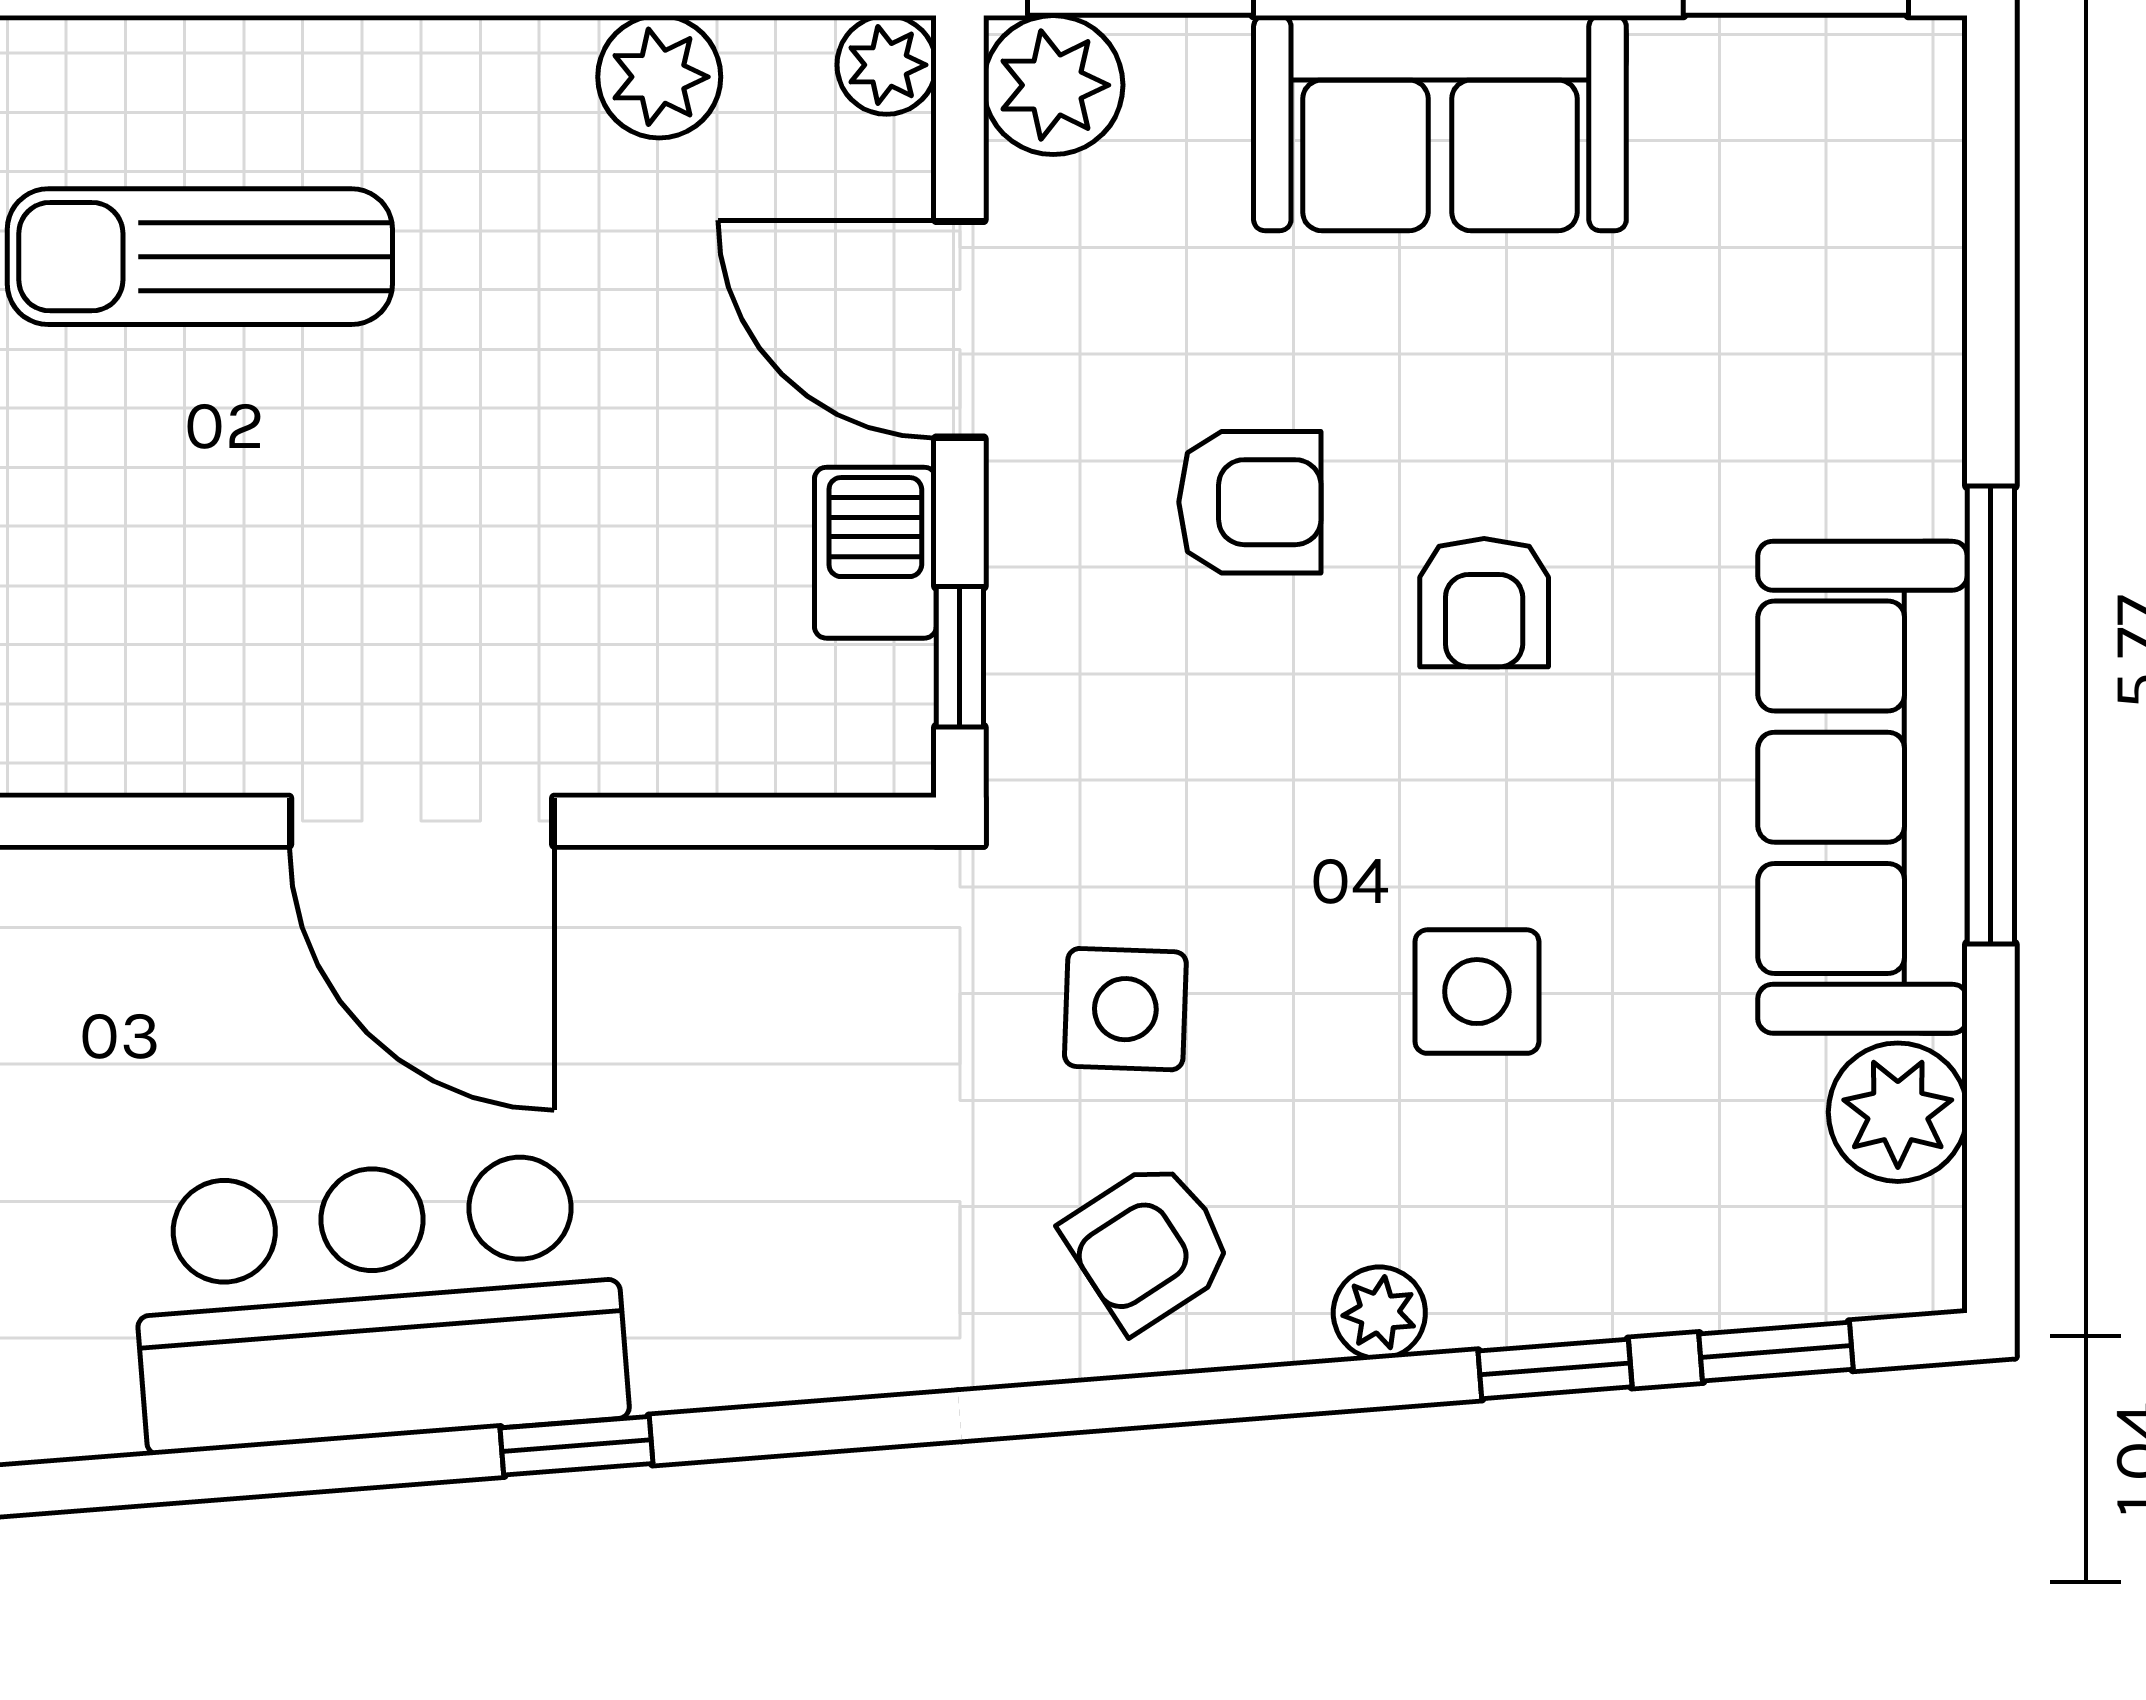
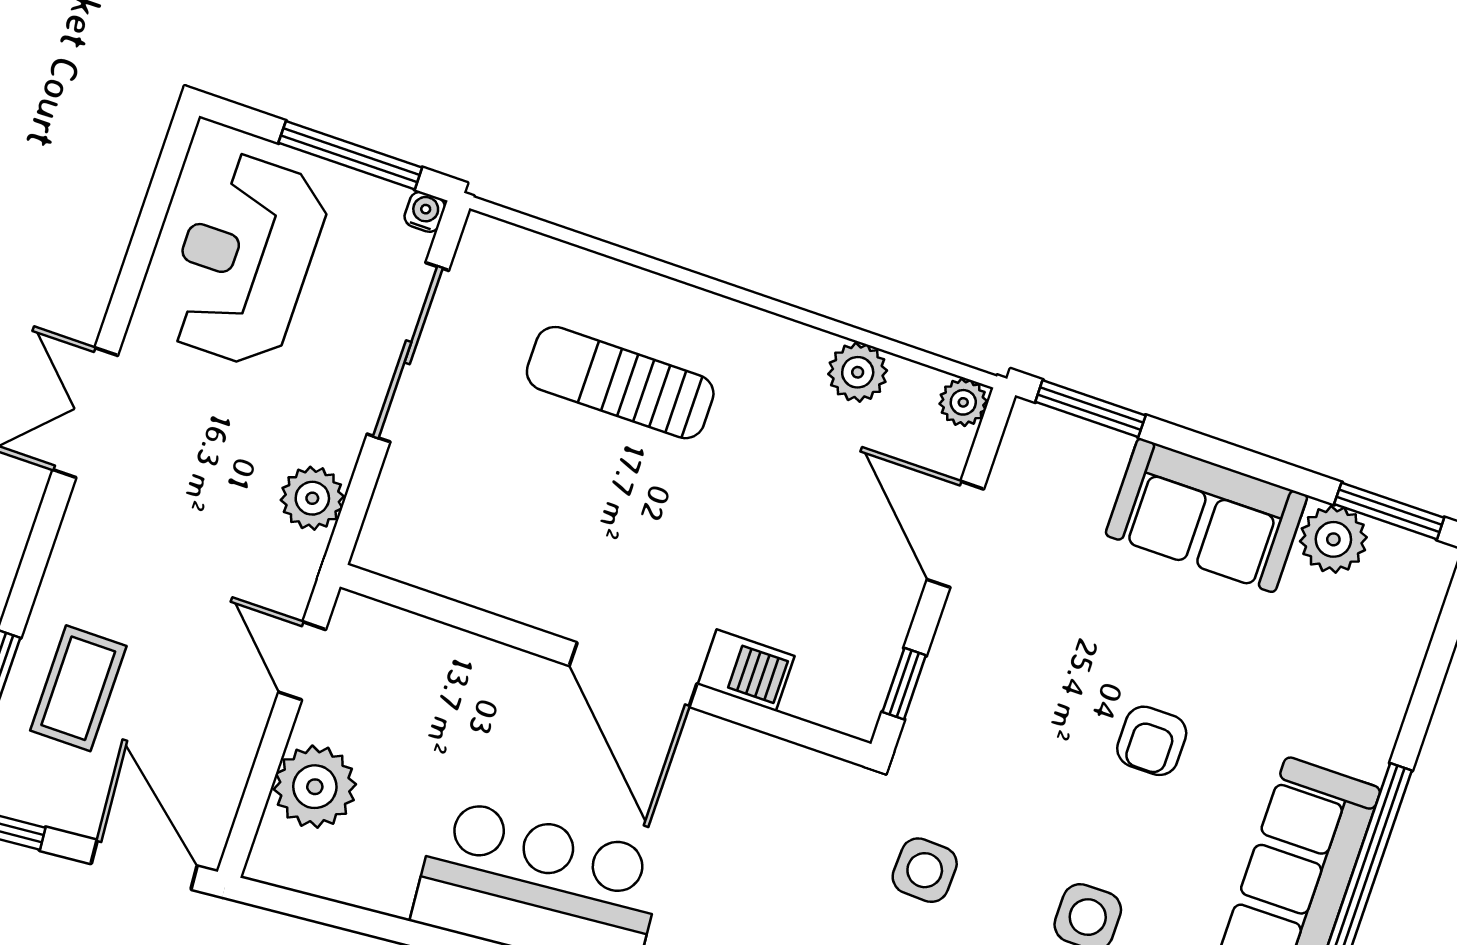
plant: (1053, 85) -> (1333, 539), moved
armchair: (1250, 502) -> (1061, 658), removed
barbecue: (875, 553) -> (746, 670), moved, turned 90

